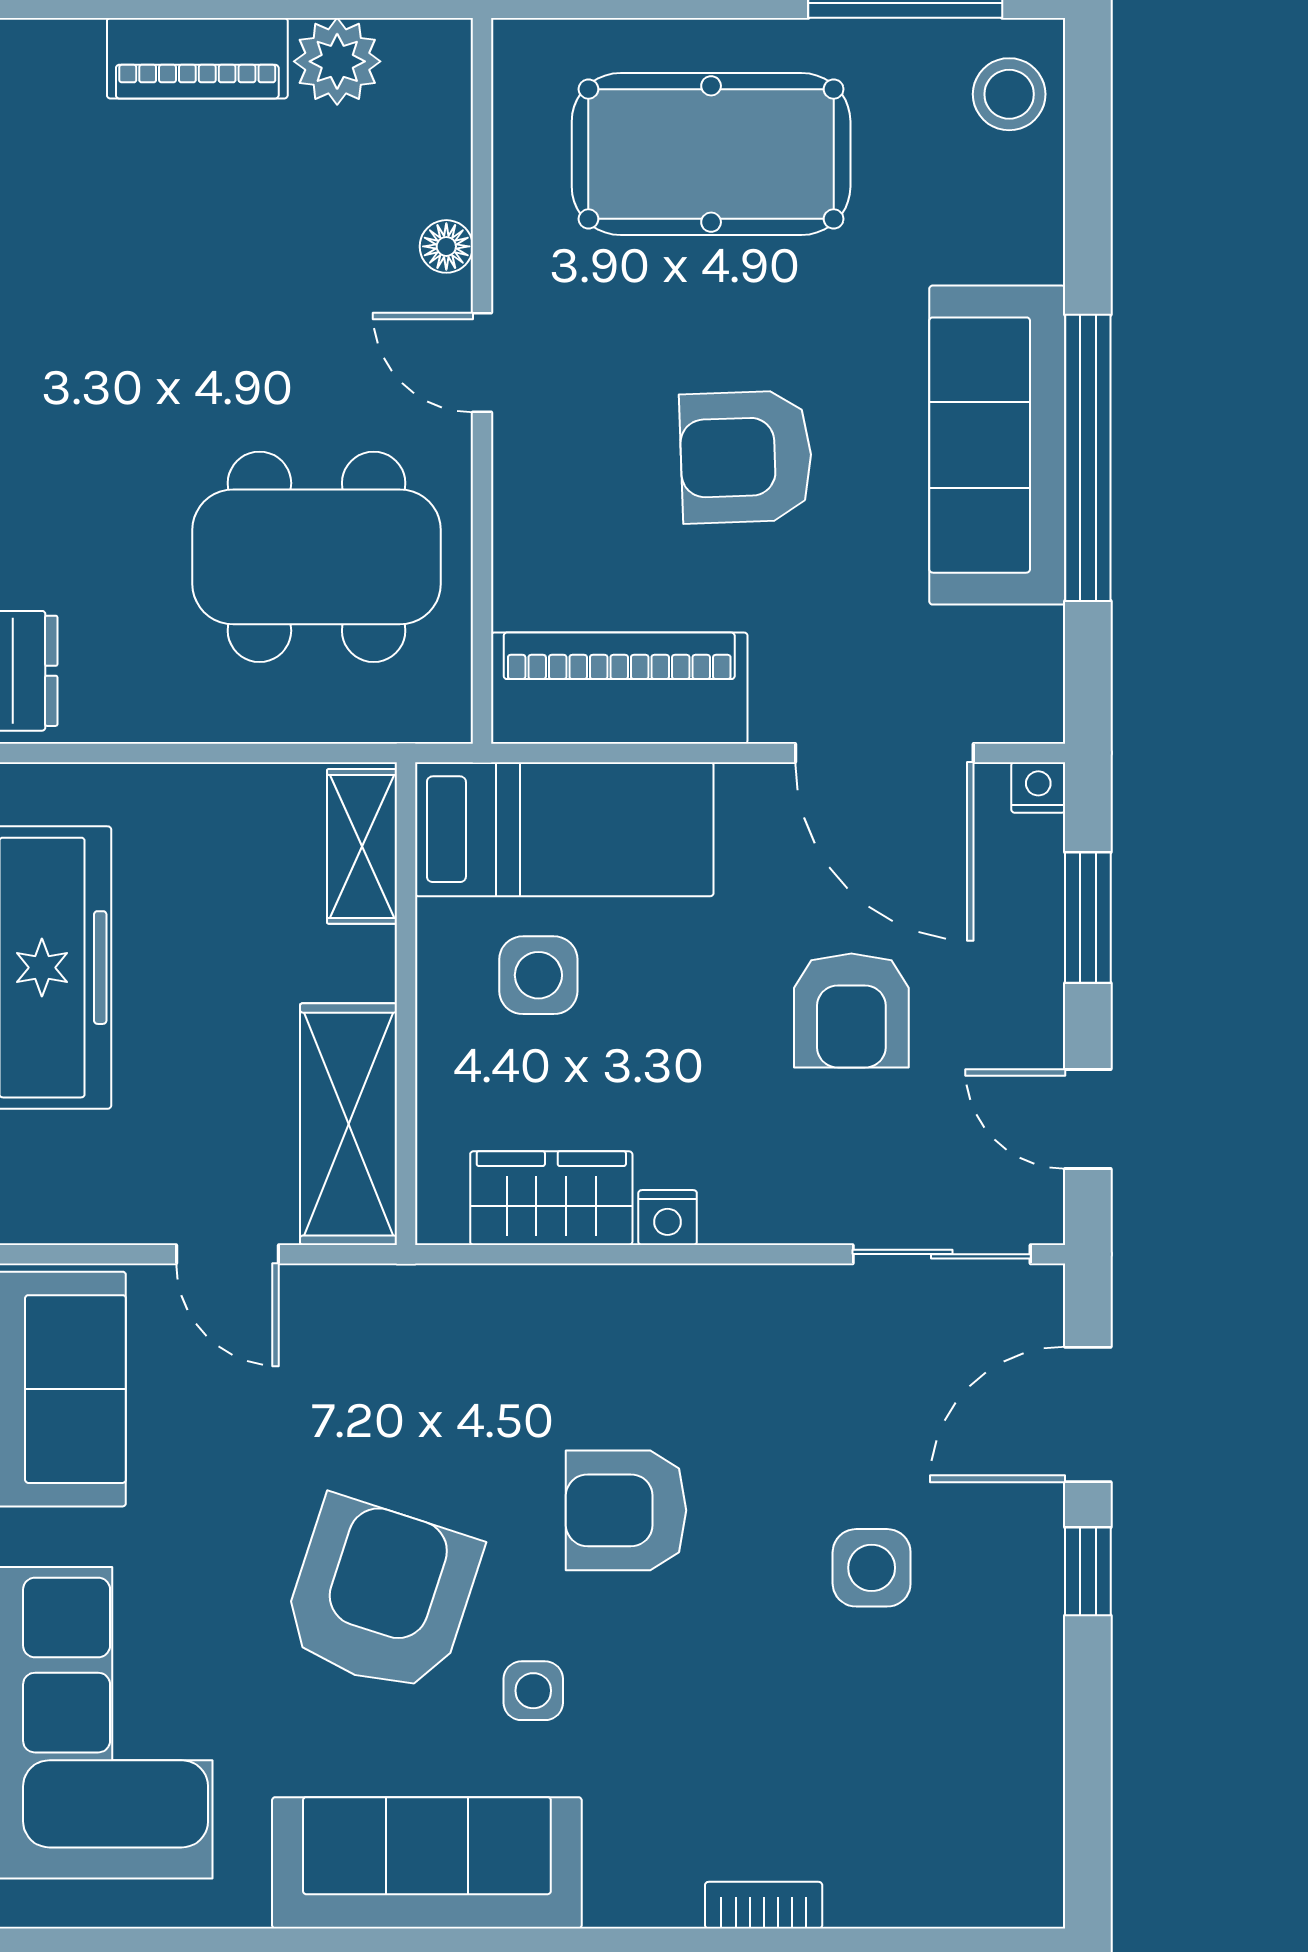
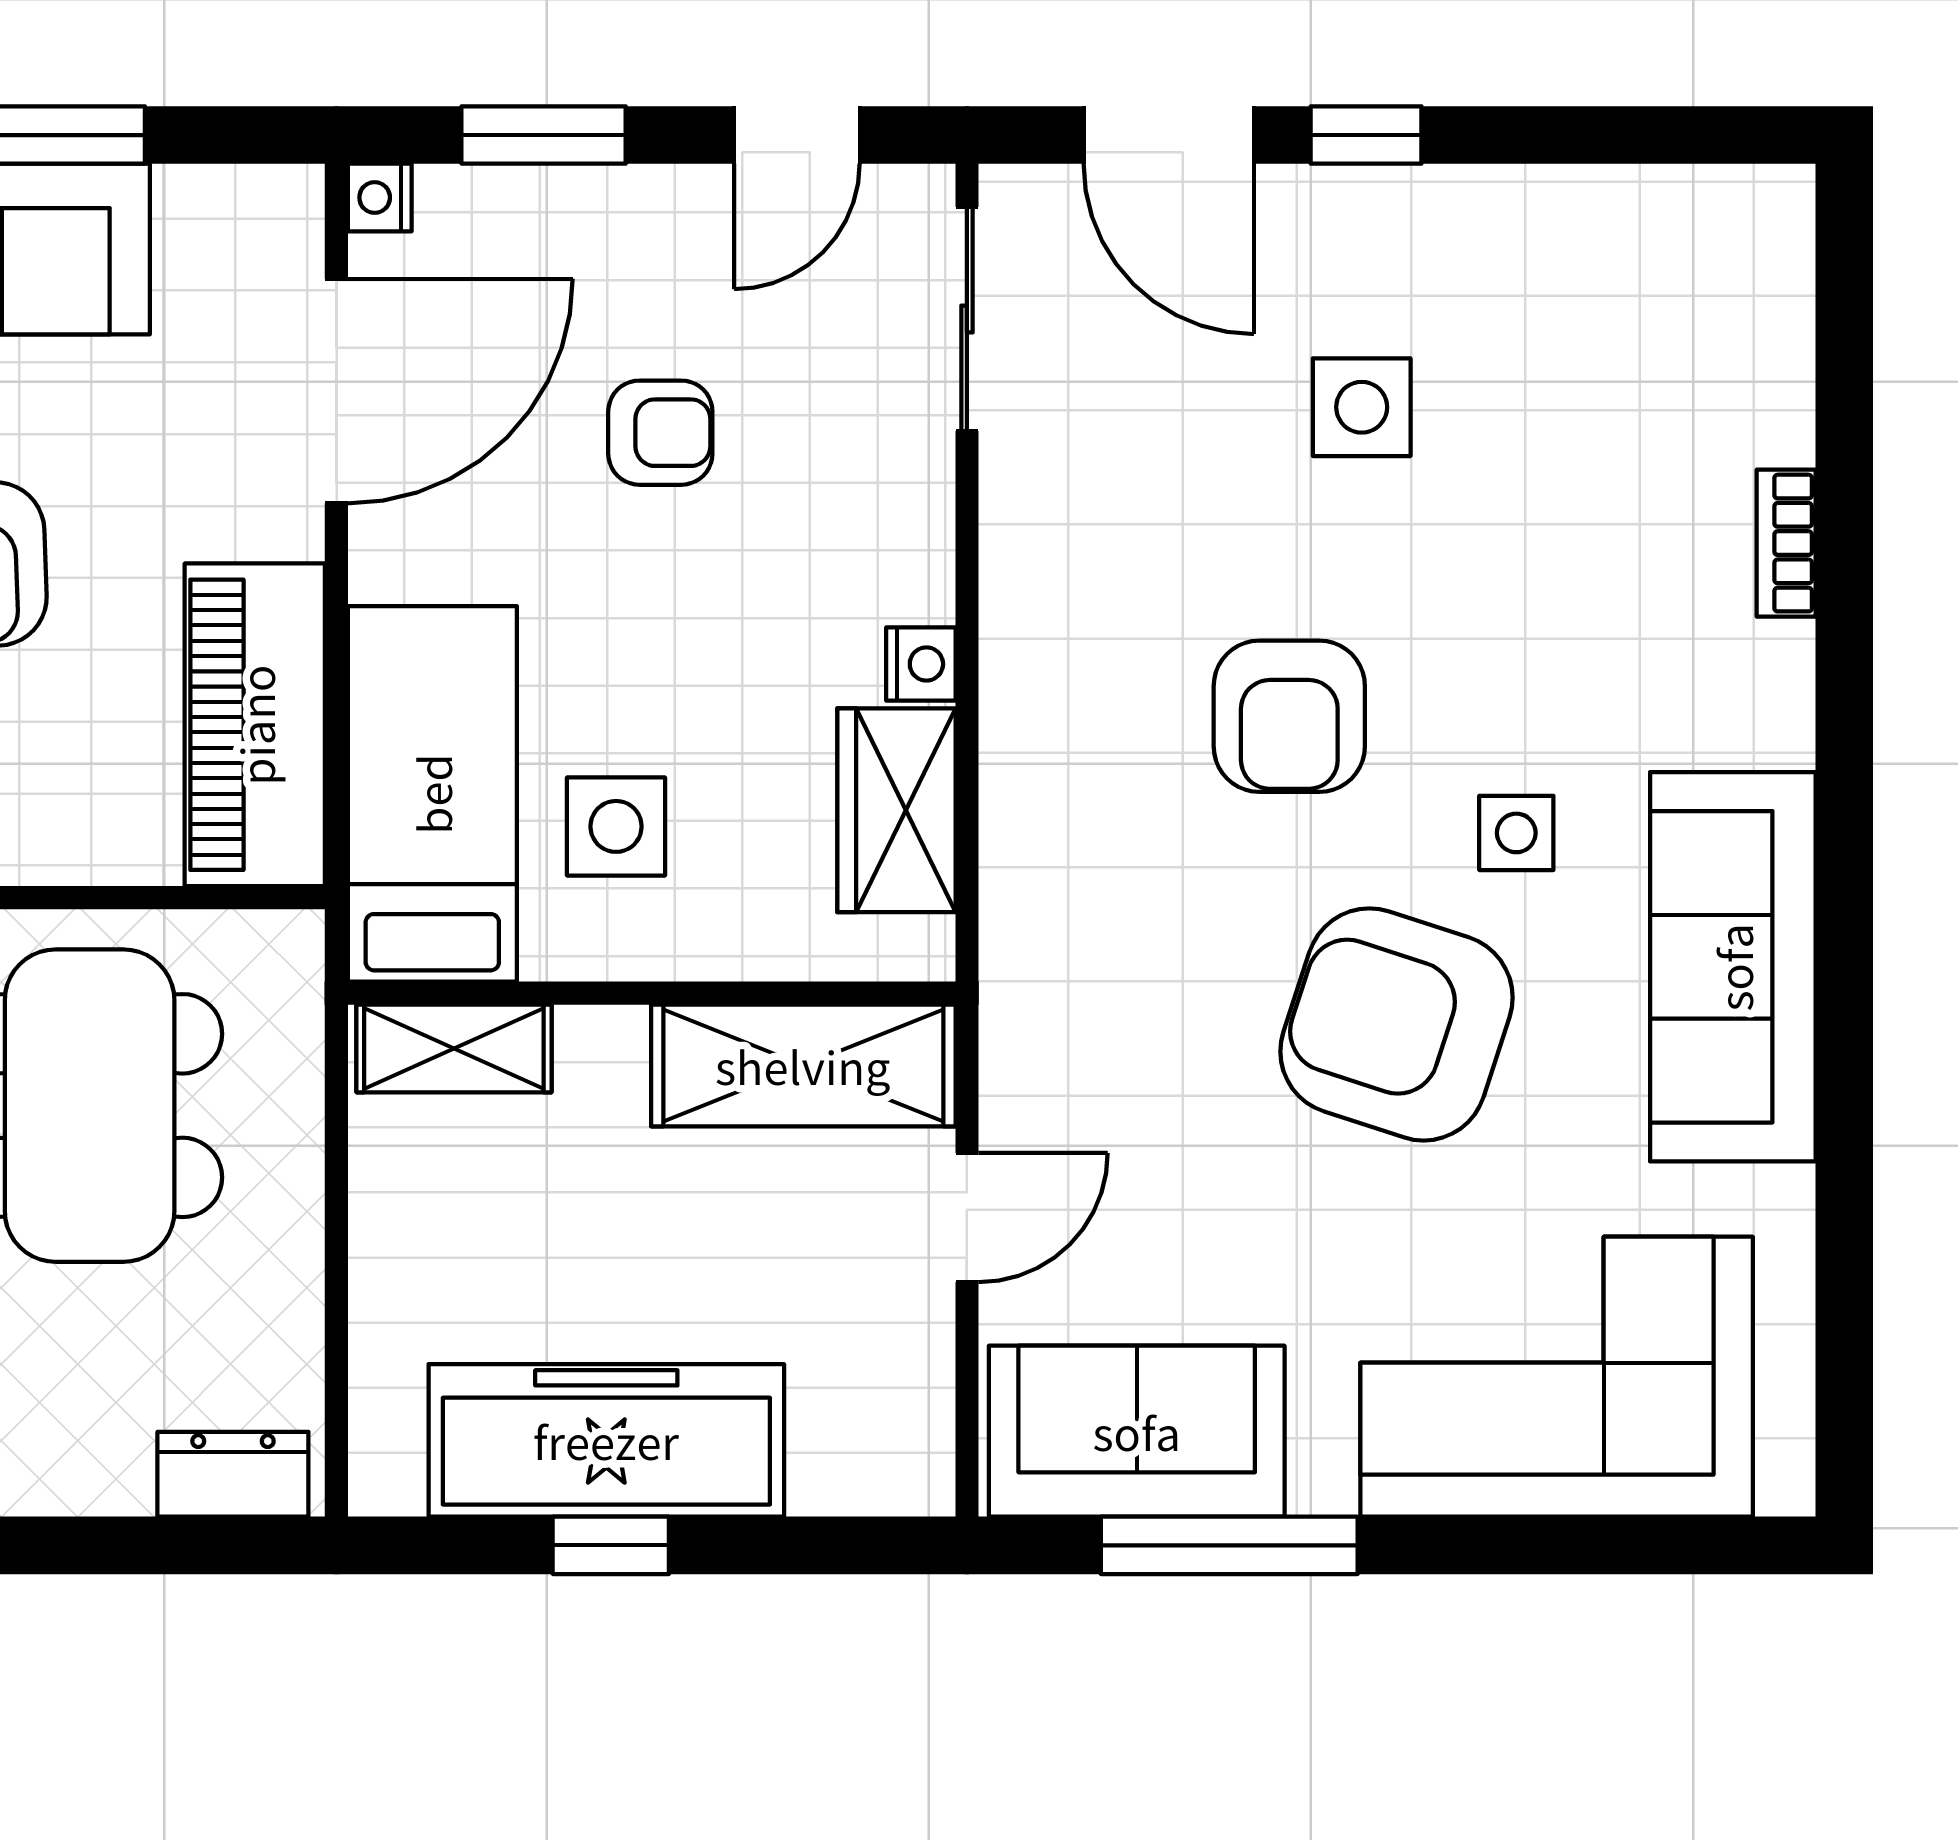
armchair: (851, 1010) -> (660, 433), width x0.72, depth x0.72

